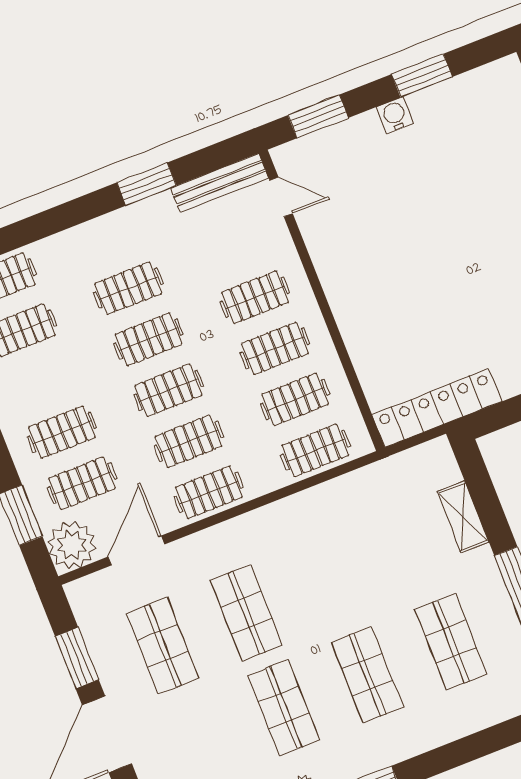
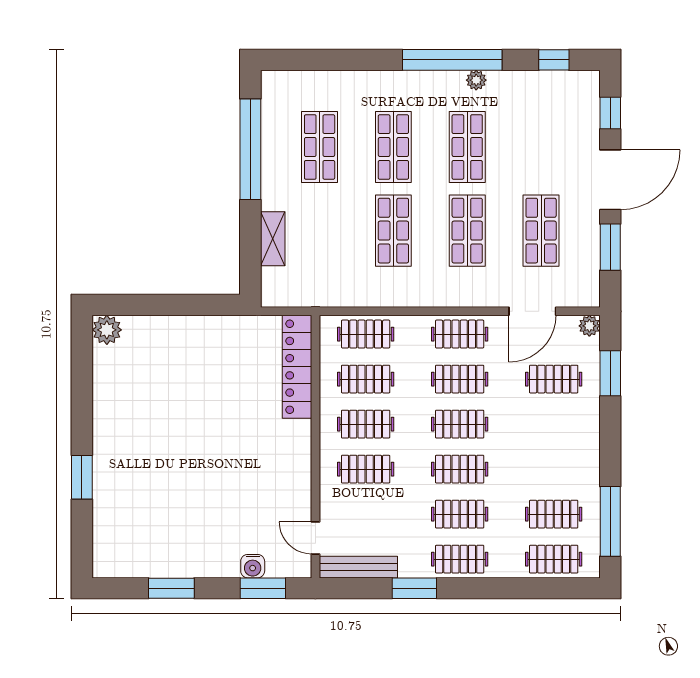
water cooler: (395, 115) -> (253, 566), moved
locker: (437, 408) -> (297, 367), moved, turned 90
clothes rail: (62, 432) -> (460, 559), moved
plant: (72, 545) -> (589, 326), width x0.53, depth x0.53
shop shelf: (330, 580) -> (393, 231), added

